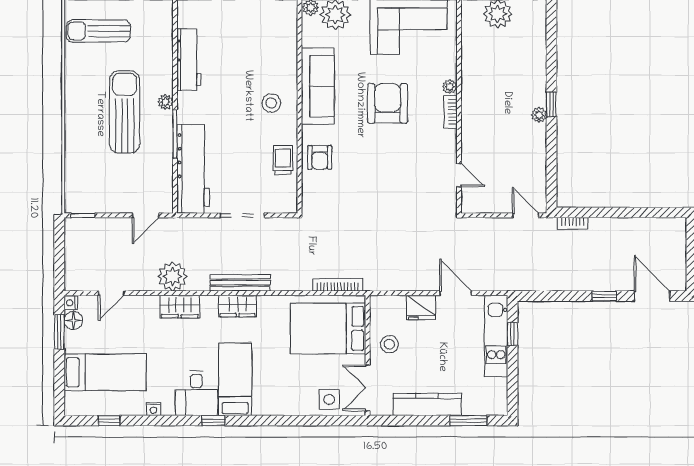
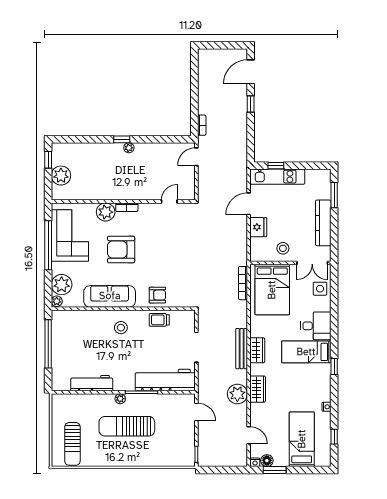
plant: (450, 87) -> (106, 212), width x1.88, depth x1.88
desk: (196, 393) -> (316, 326), moved

